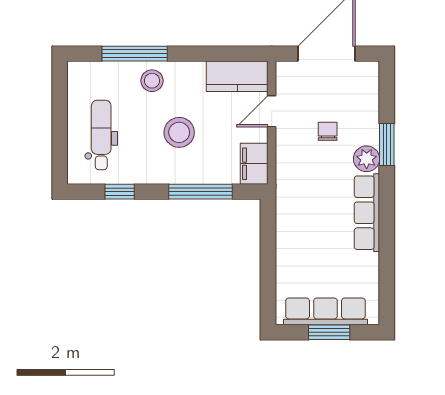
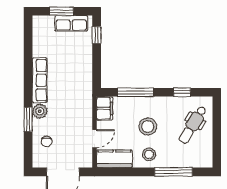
stool: (152, 81) -> (149, 154), moved
chair: (328, 131) -> (47, 141), moved
dental chair: (101, 135) -> (193, 125), turned 32
window: (268, 291) -> (97, 35), added
row of seats: (325, 311) -> (71, 23), width x0.68

